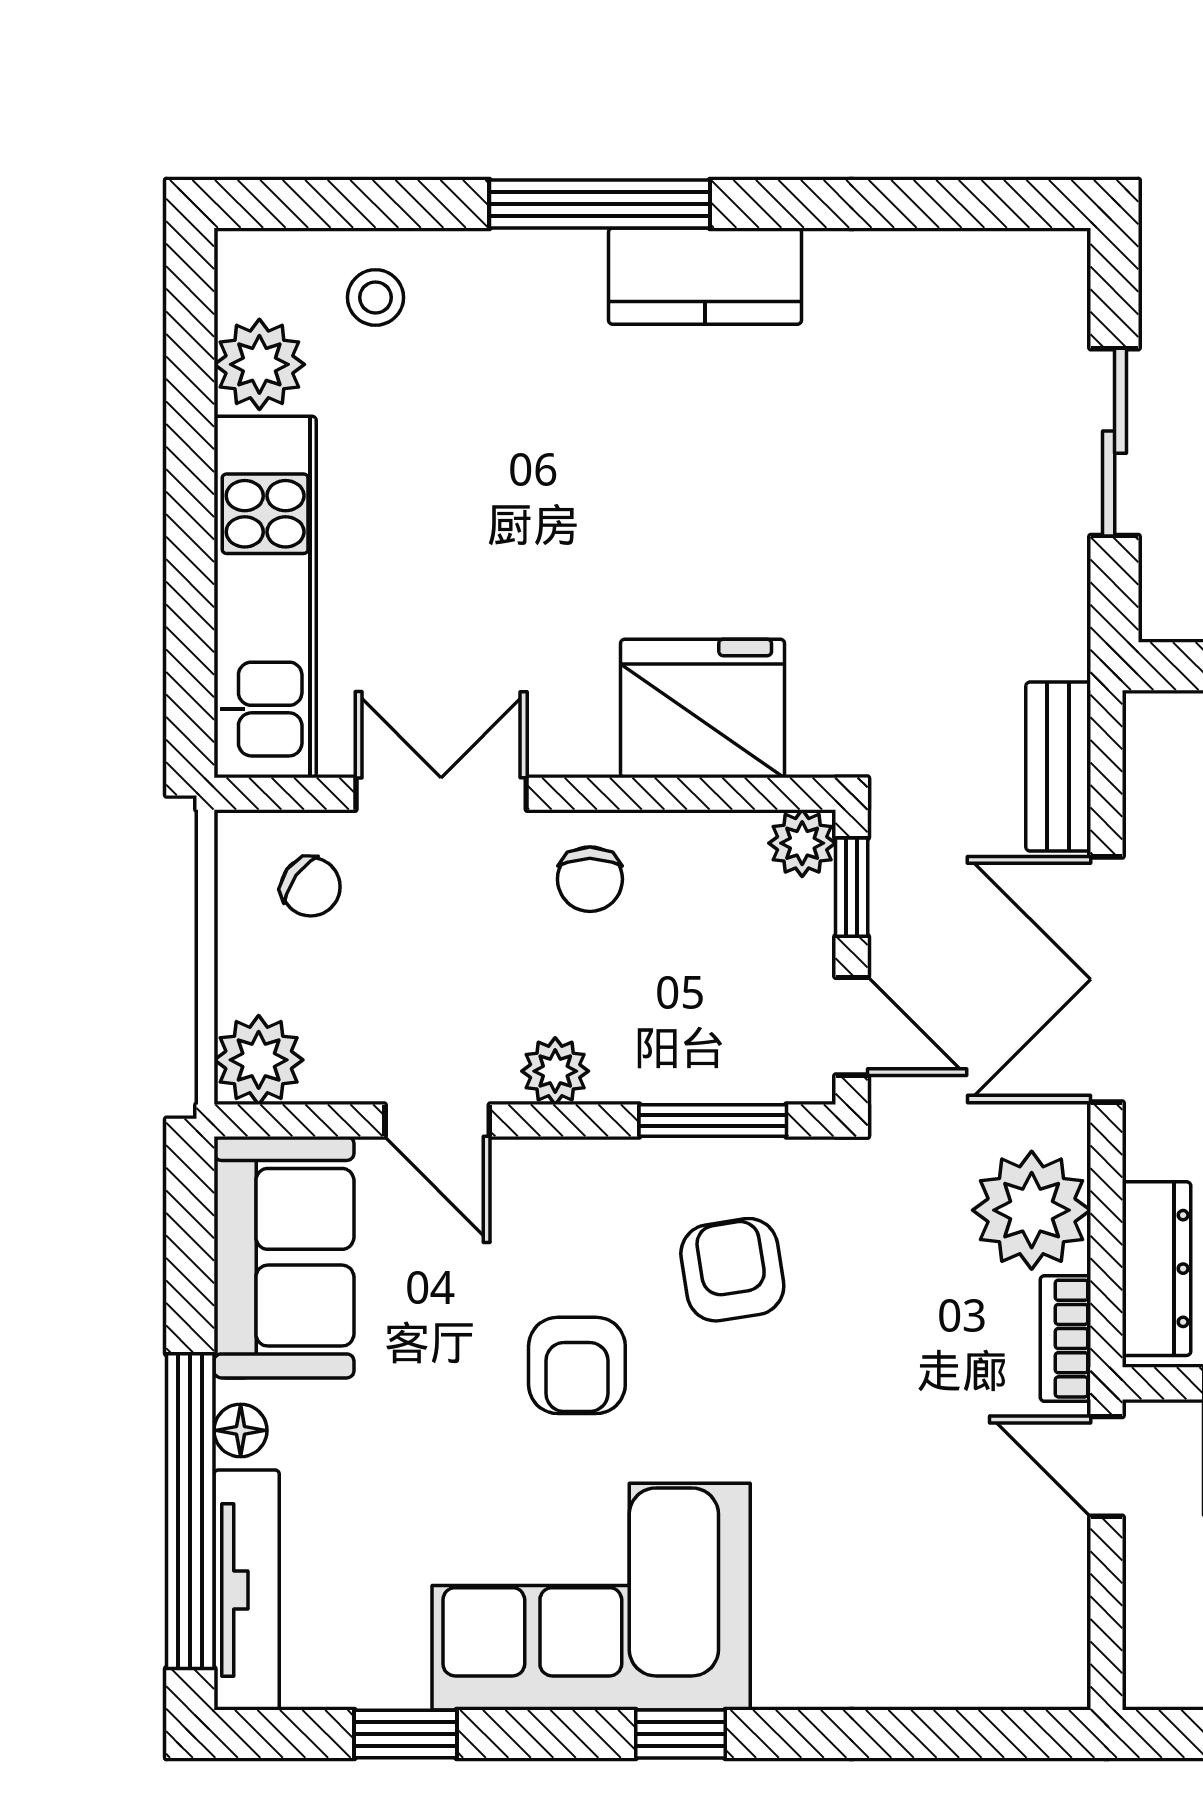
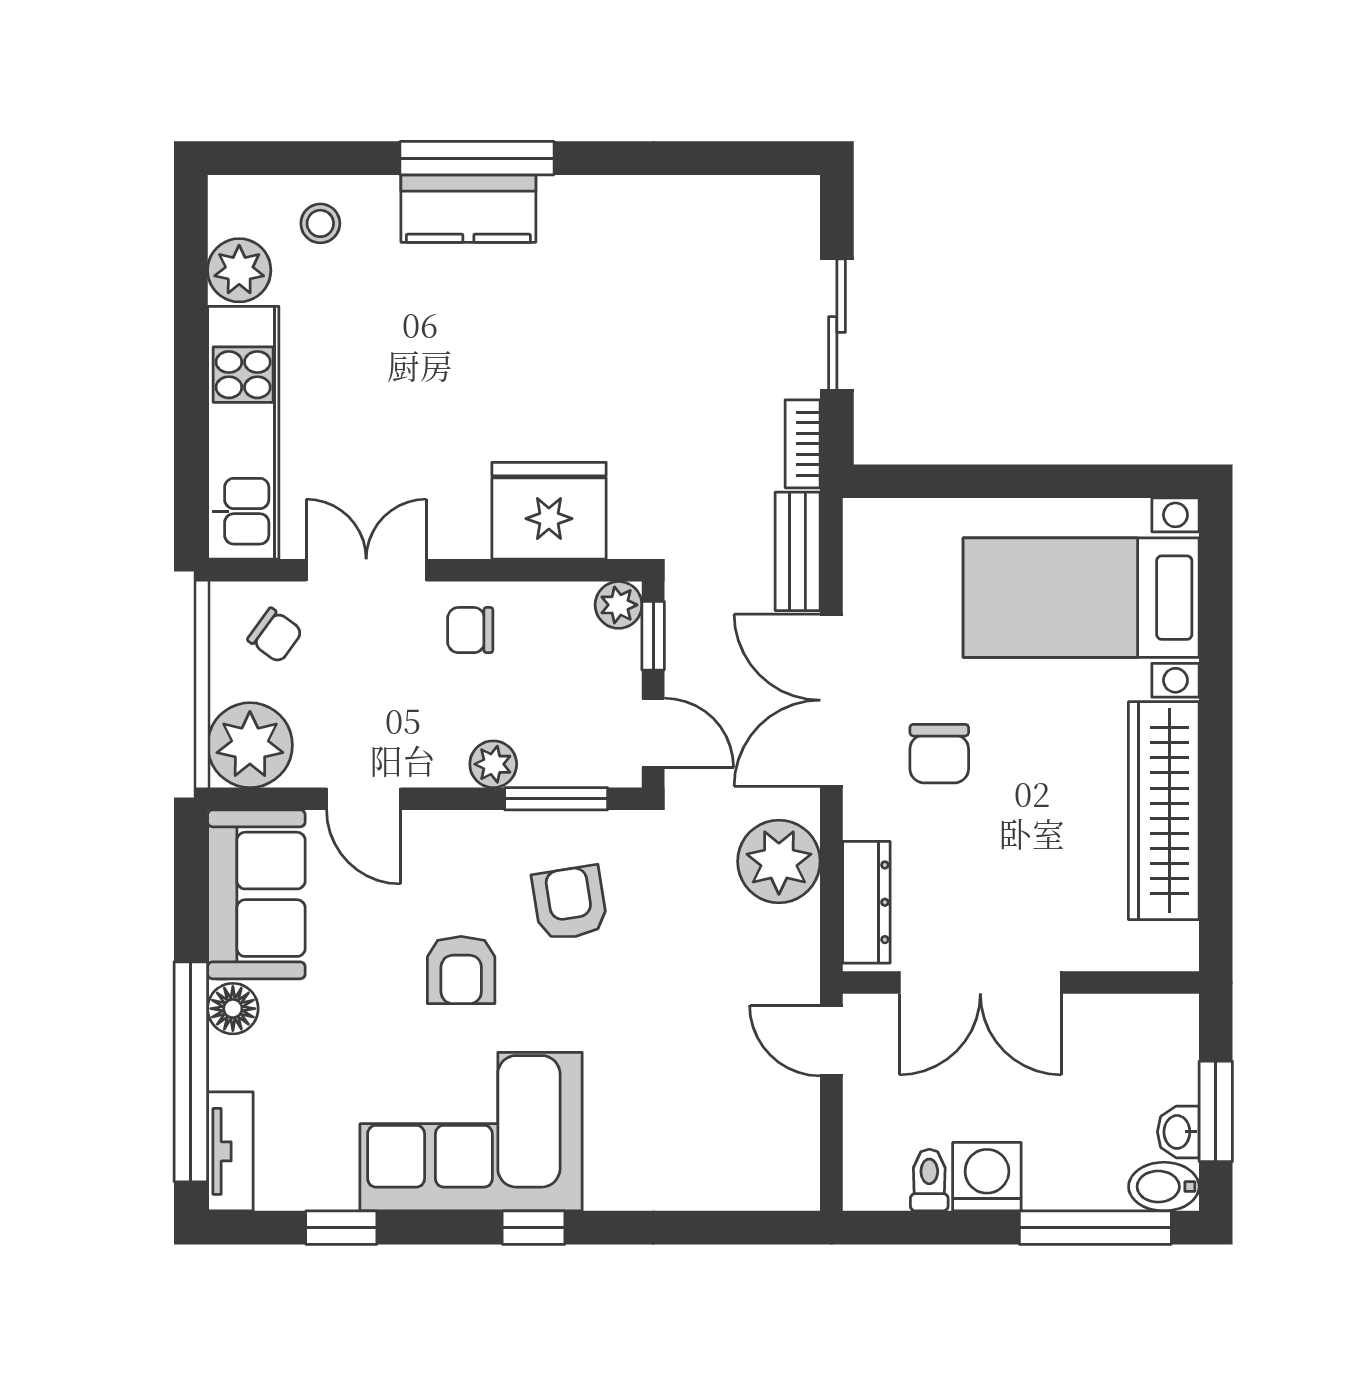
kitchen counter: (705, 276) -> (468, 209), moved
chair: (590, 879) -> (470, 630), turned 90
plant: (259, 1060) -> (250, 745), width x1.36, depth x1.36
plant: (555, 1071) -> (493, 764), moved
bookcase: (1065, 1339) -> (803, 444), moved
floor lamp: (241, 1430) -> (233, 1009), width x1.37, depth x1.37
tv unit: (247, 1590) -> (230, 1151), width x0.71

